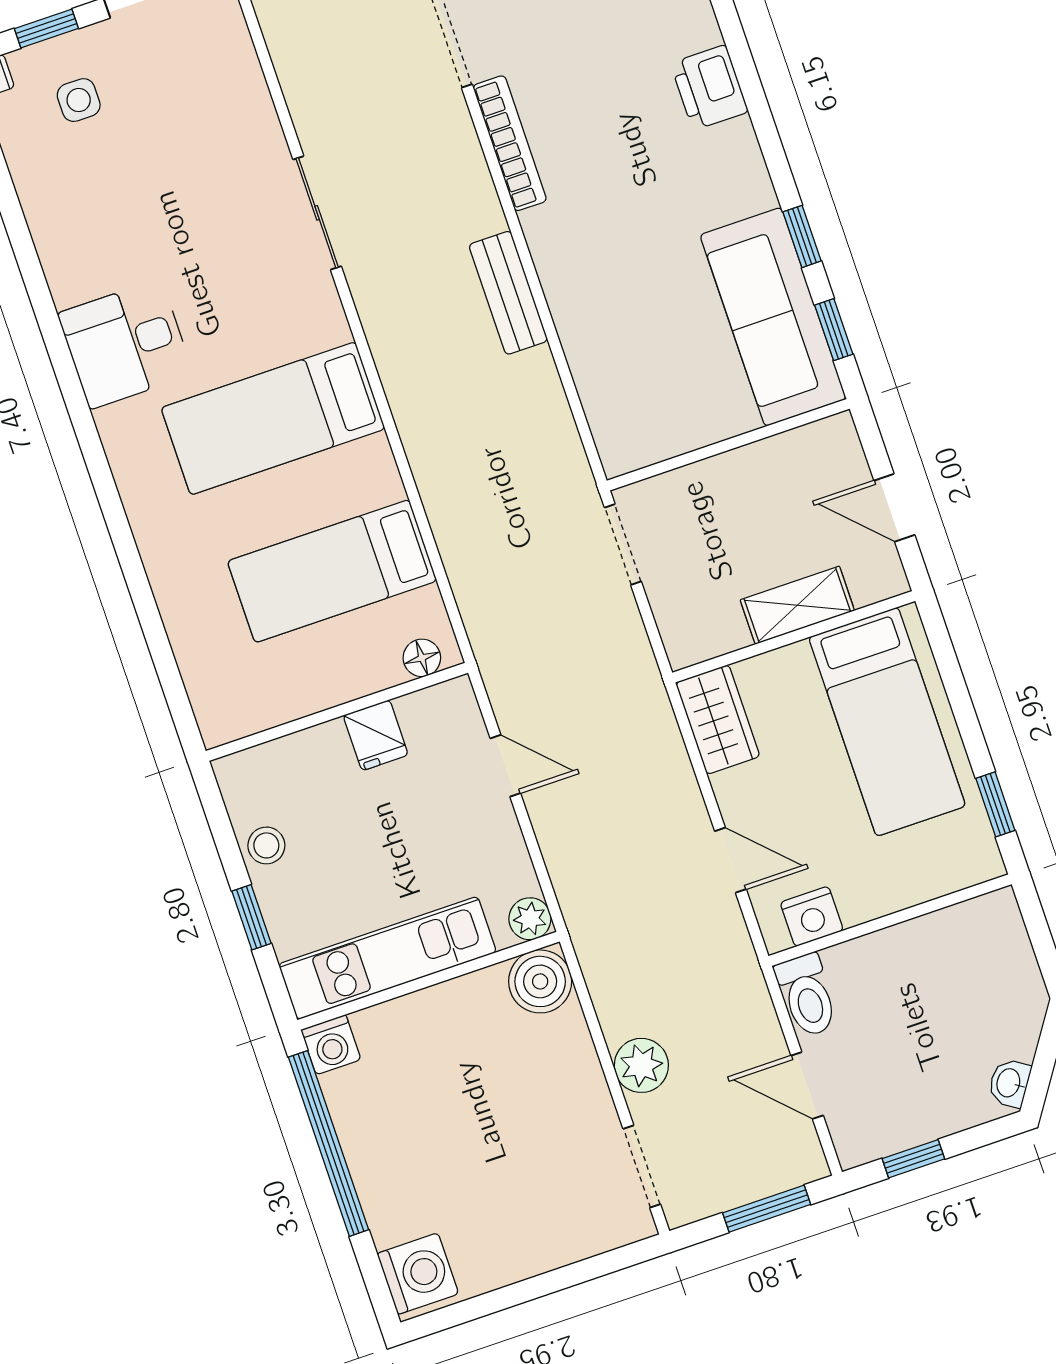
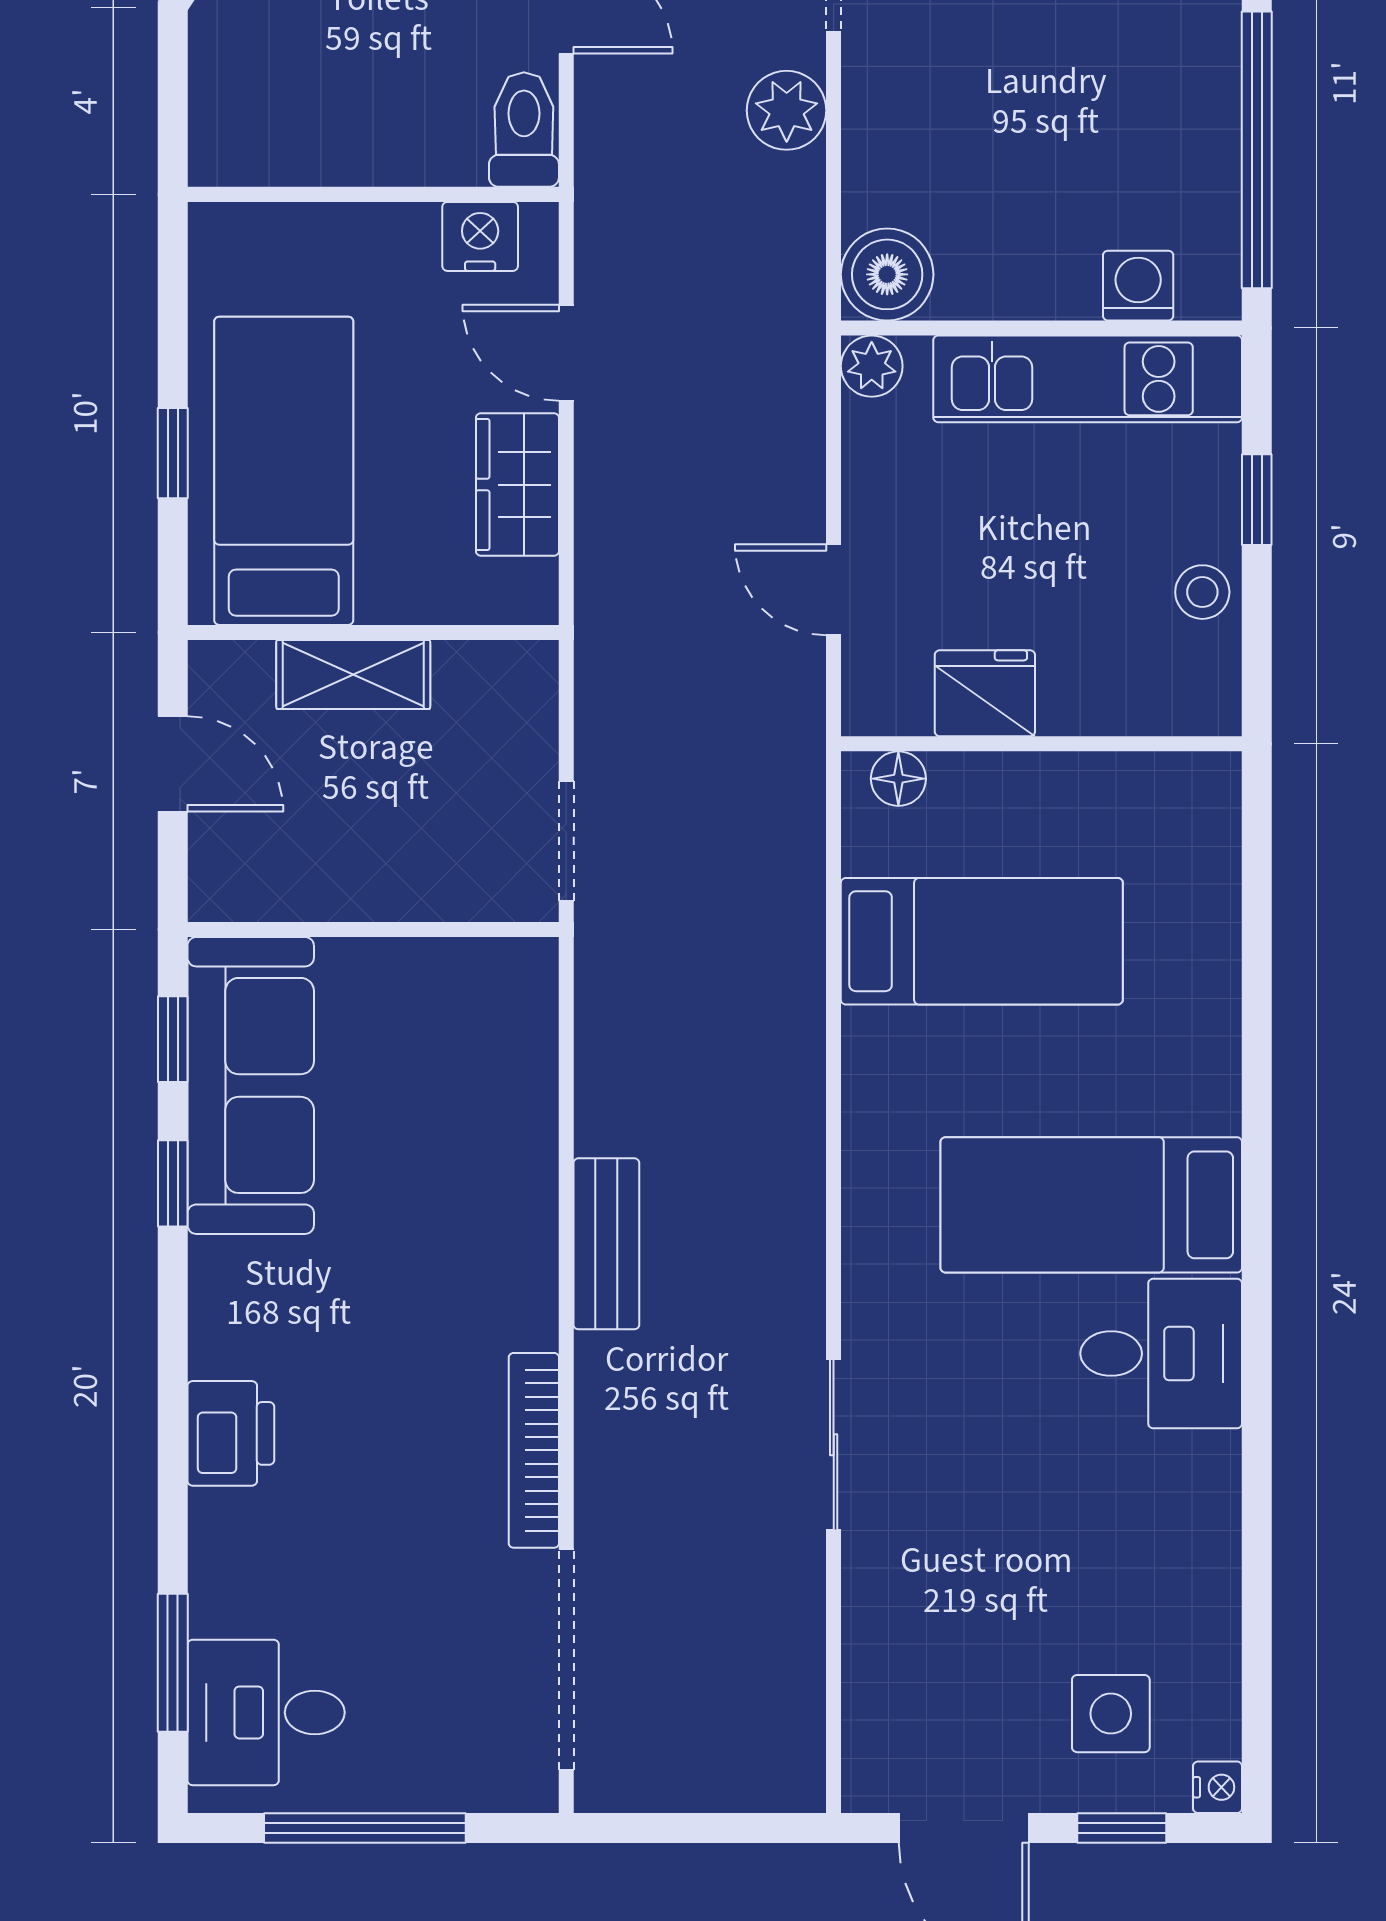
side table: (79, 100) -> (1111, 1714), width x1.37, depth x1.37
bed: (273, 418) -> (1091, 1205), moved, turned 180
wardrobe: (718, 720) -> (517, 485), moved
fridge: (376, 735) -> (985, 693), width x1.38
window: (995, 804) -> (173, 453), moved
washing machine: (331, 1045) -> (1138, 286), moved

